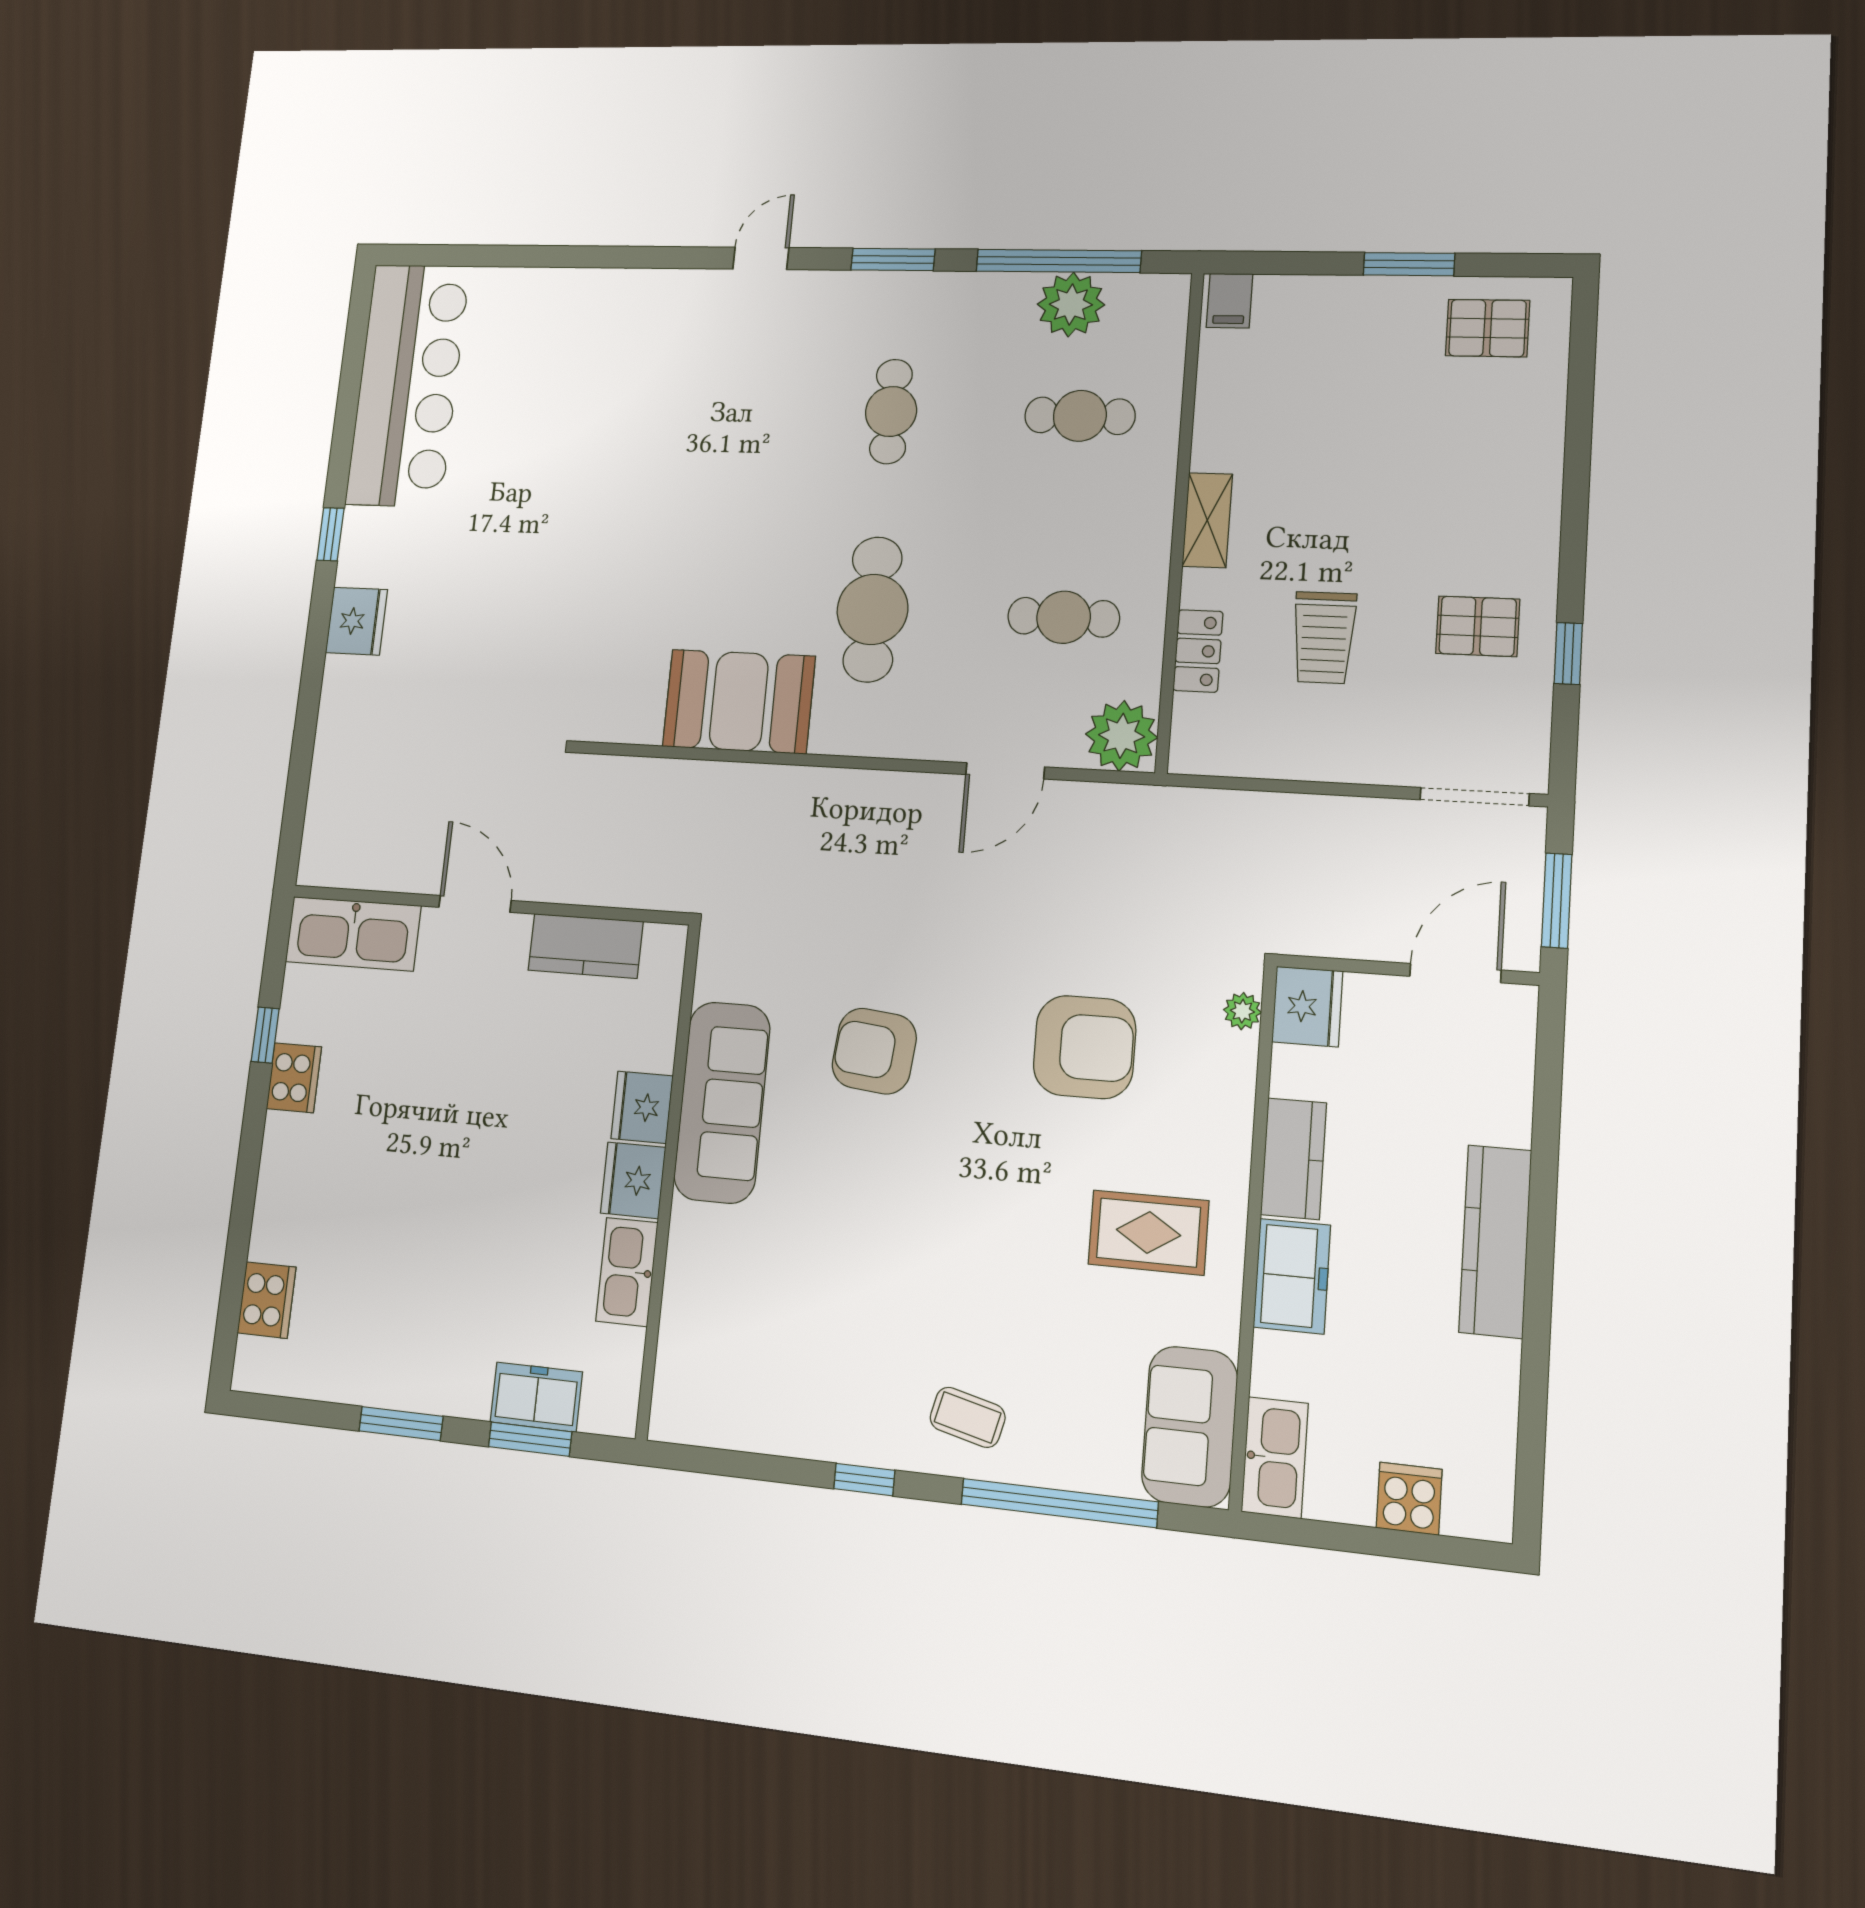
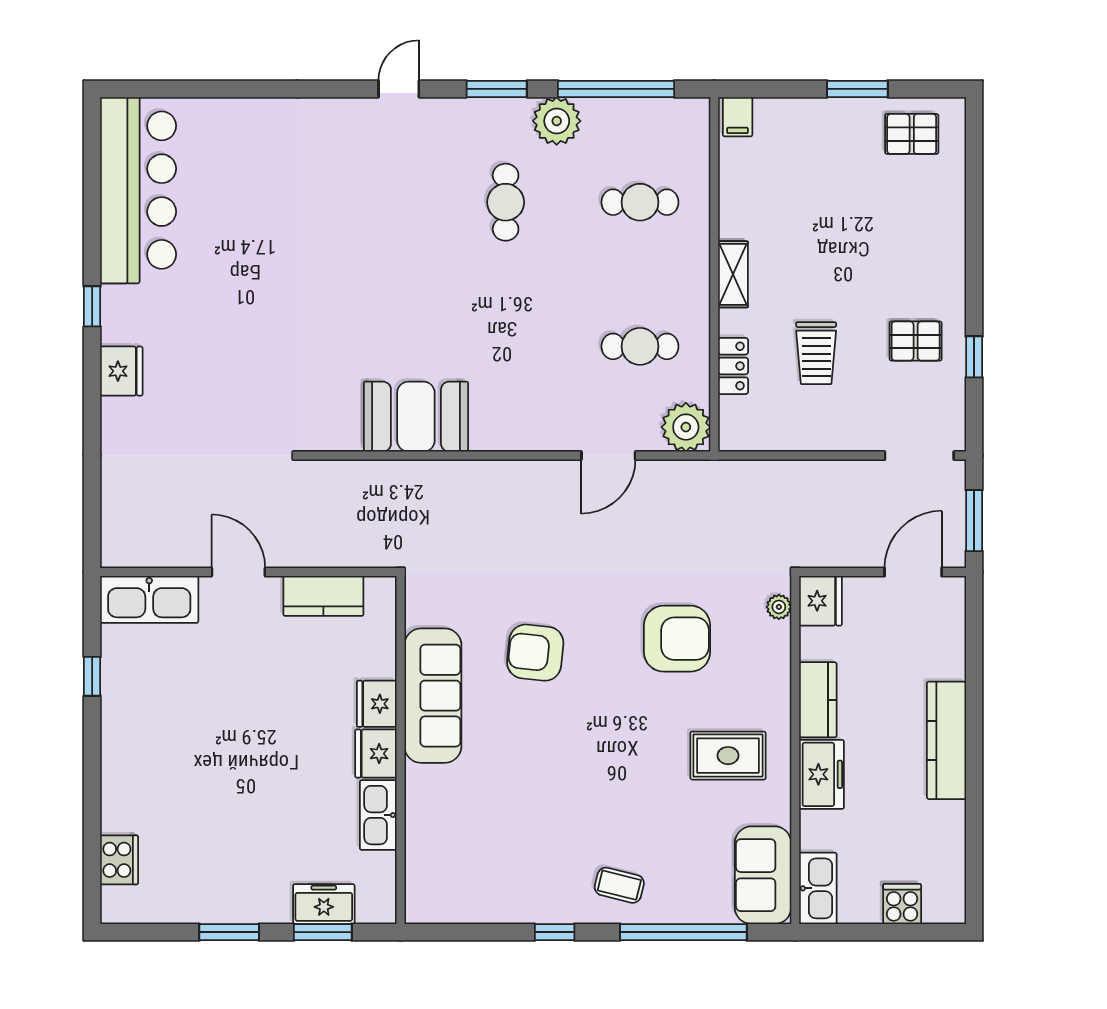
plant: (1071, 304) -> (557, 121), moved
cafe table: (872, 609) -> (506, 346), removed
cooker: (294, 1078) -> (118, 705), removed

